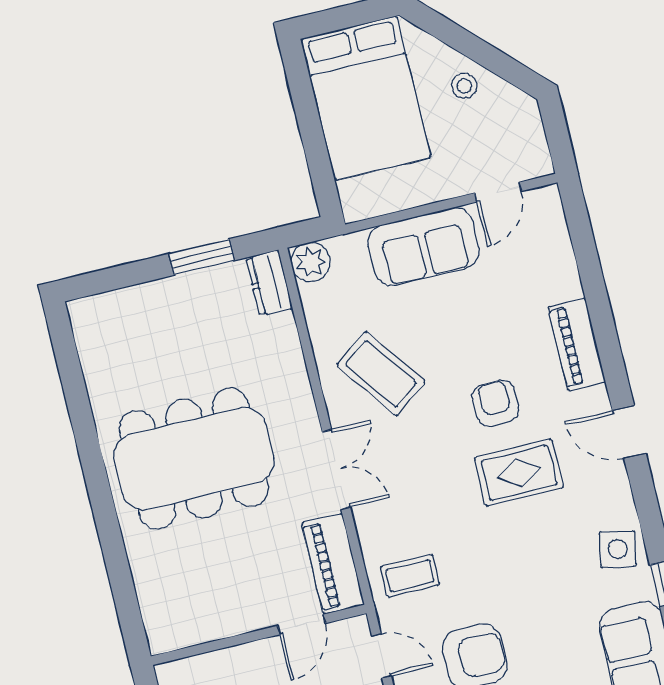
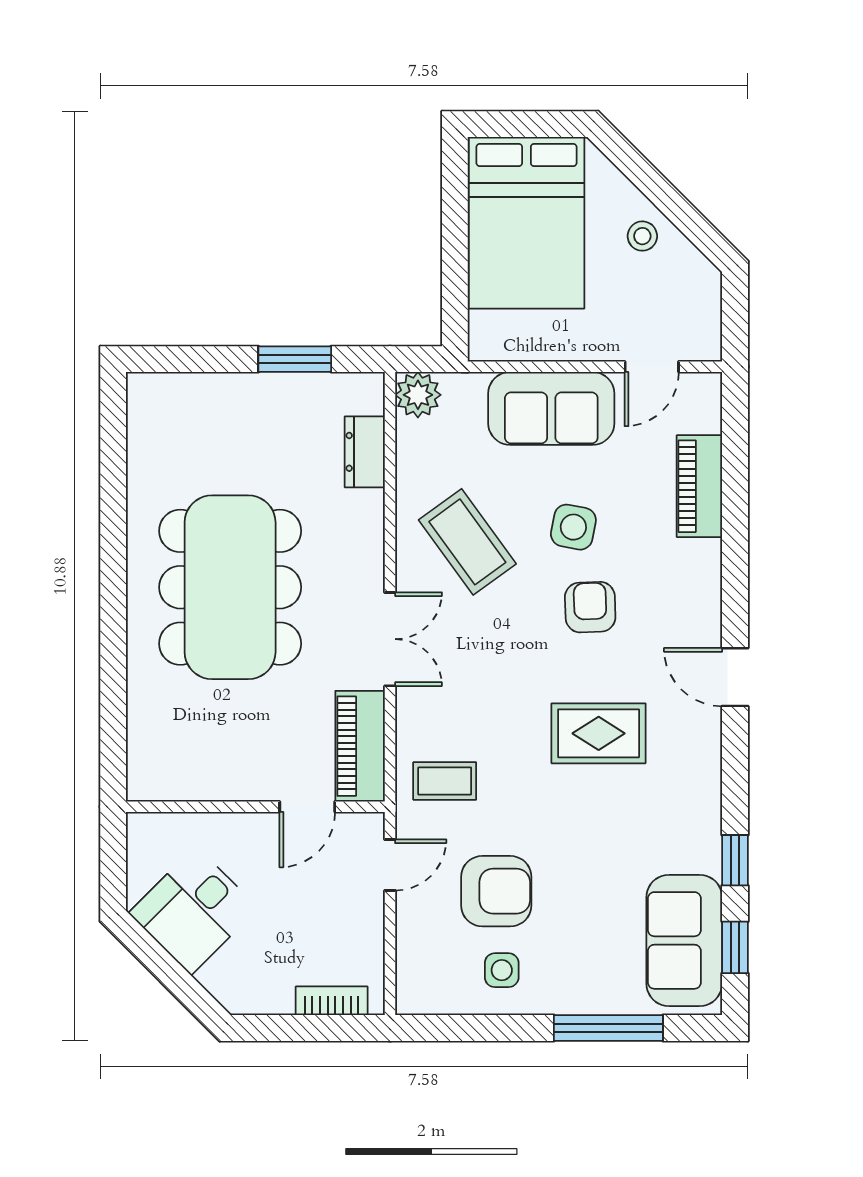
dresser: (269, 283) -> (365, 452), moved
piano: (577, 344) -> (699, 486), moved
dining table: (194, 459) -> (230, 587), turned 90
rug: (519, 473) -> (599, 733), moved
side table: (618, 549) -> (573, 527), moved
door: (381, 656) -> (390, 865), hinge flipped

